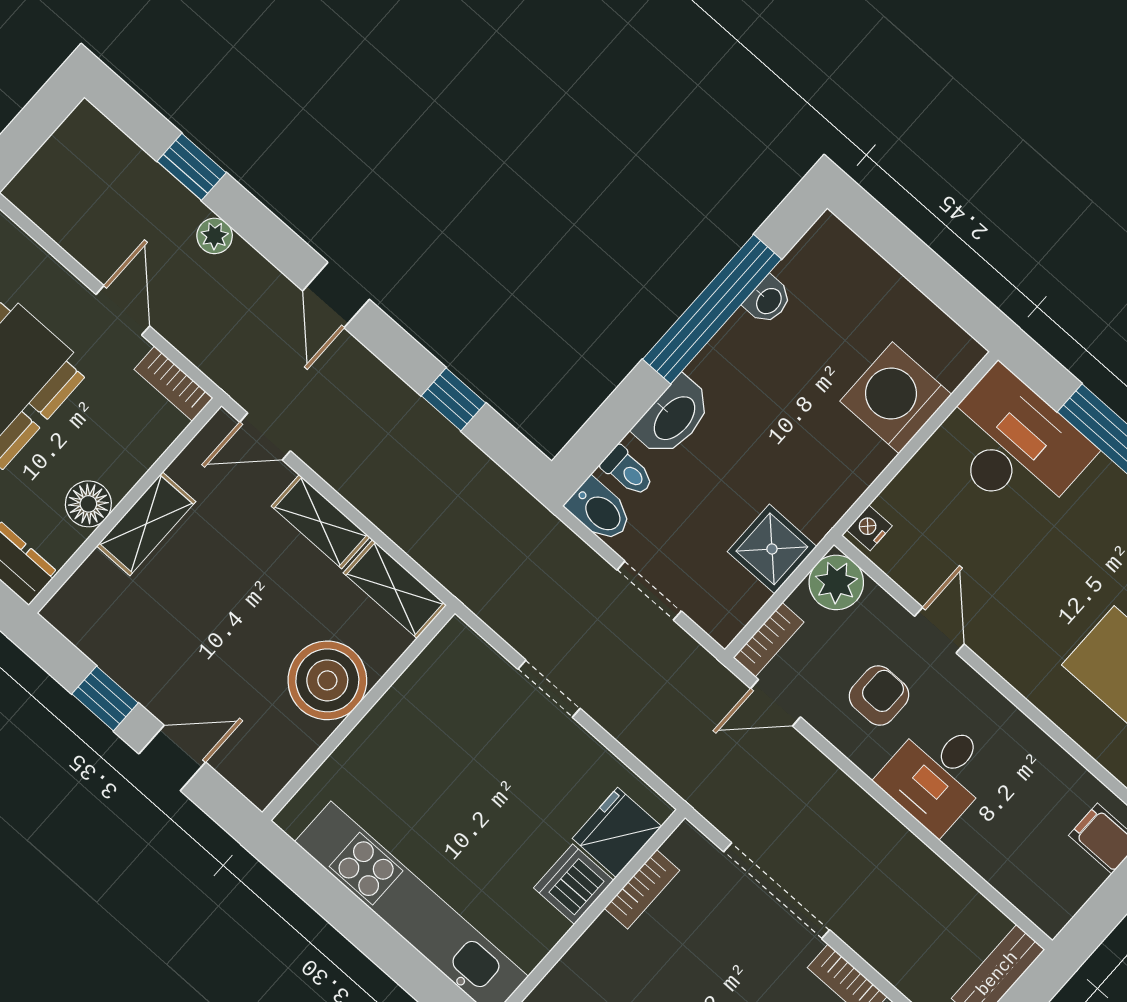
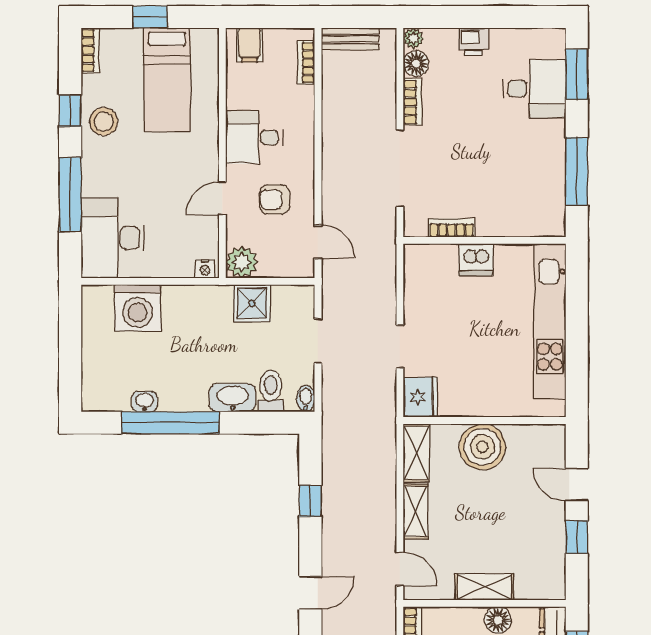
toilet: (628, 471) -> (271, 391), width x1.37, depth x1.39
bidet: (600, 511) -> (306, 398), width x0.72, depth x0.74
bookcase: (769, 640) -> (306, 63), moved, turned -90
desk: (937, 774) -> (254, 137), moved, turned 180
fridge: (617, 832) -> (420, 397), moved, turned -90

